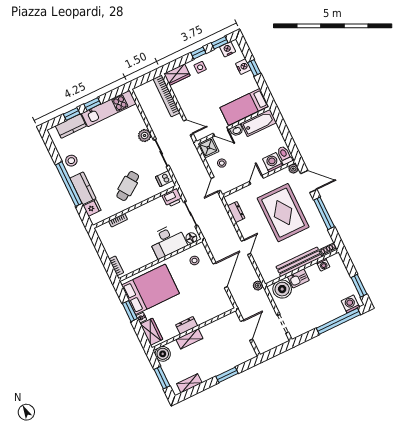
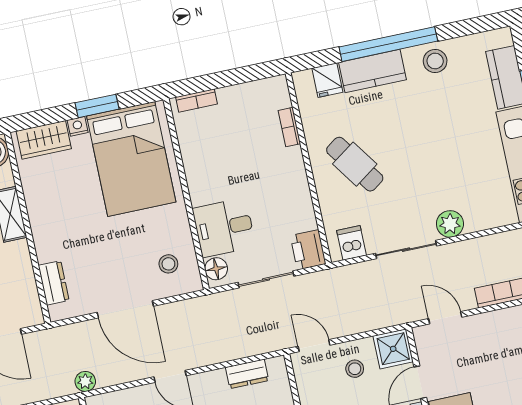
door: (188, 127) -> (445, 318), swing flipped
desk: (167, 241) -> (224, 227), width x0.73
dresser: (187, 325) -> (54, 283), moved

